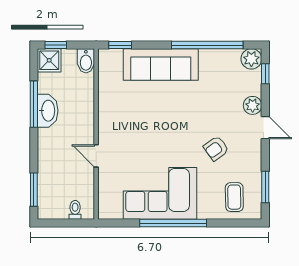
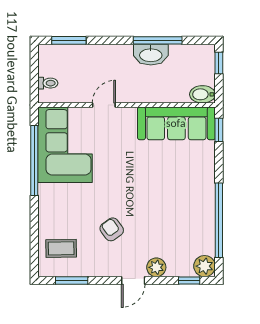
shower: (49, 60) -> (203, 56), removed
sofa: (161, 64) -> (176, 123), moved, turned -90
corner sofa: (160, 193) -> (65, 145), moved
window: (173, 223) -> (34, 161), moved

